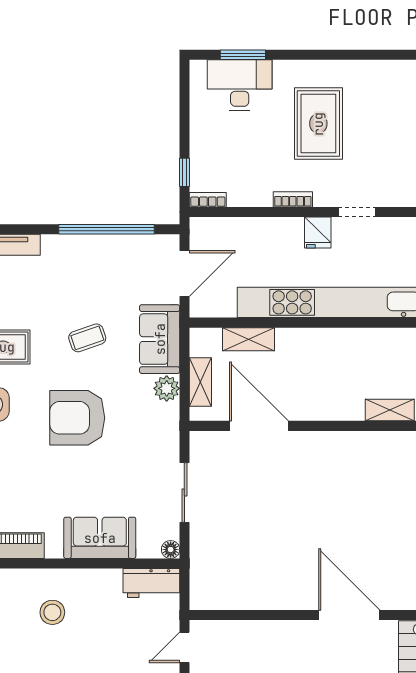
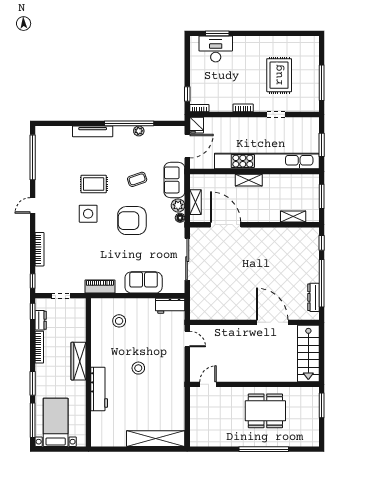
rug: (318, 124) -> (279, 75), moved
window: (107, 229) -> (129, 123), moved
fridge: (318, 233) -> (197, 125), moved
plant: (91, 244) -> (139, 131), added
shelving: (249, 339) -> (249, 180), moved
sliding door: (184, 492) -> (187, 259), width x1.37
floor lamp: (171, 550) -> (180, 218), moved
door: (184, 647) -> (187, 339), swing flipped

